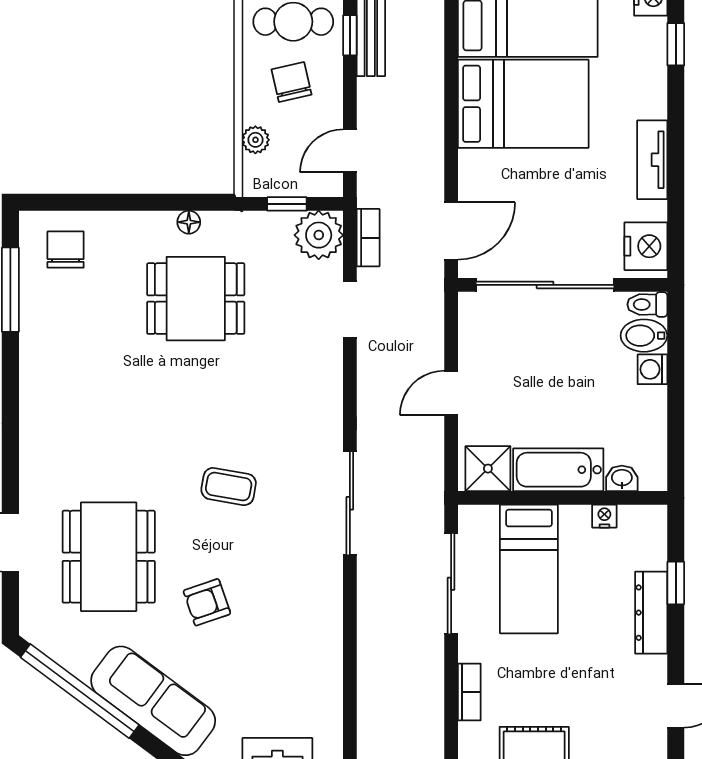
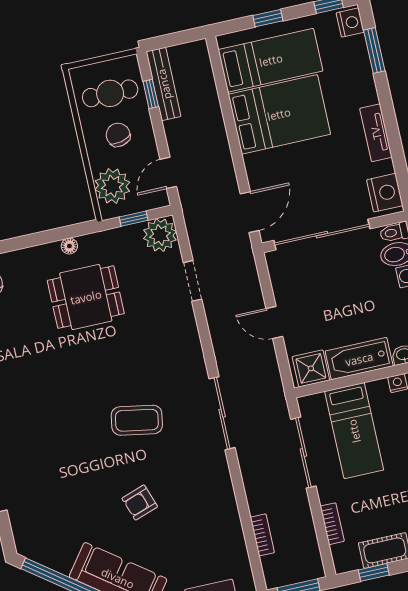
window: (676, 44) -> (374, 50), width x1.50
plant: (255, 140) -> (112, 186), width x1.87, depth x1.87
bookcase: (368, 238) -> (262, 535), moved
door: (451, 393) -> (274, 323), hinge flipped
coffee table: (229, 487) -> (137, 420), width x1.36, depth x1.30
dining table: (109, 557) -> (66, 486), removed

